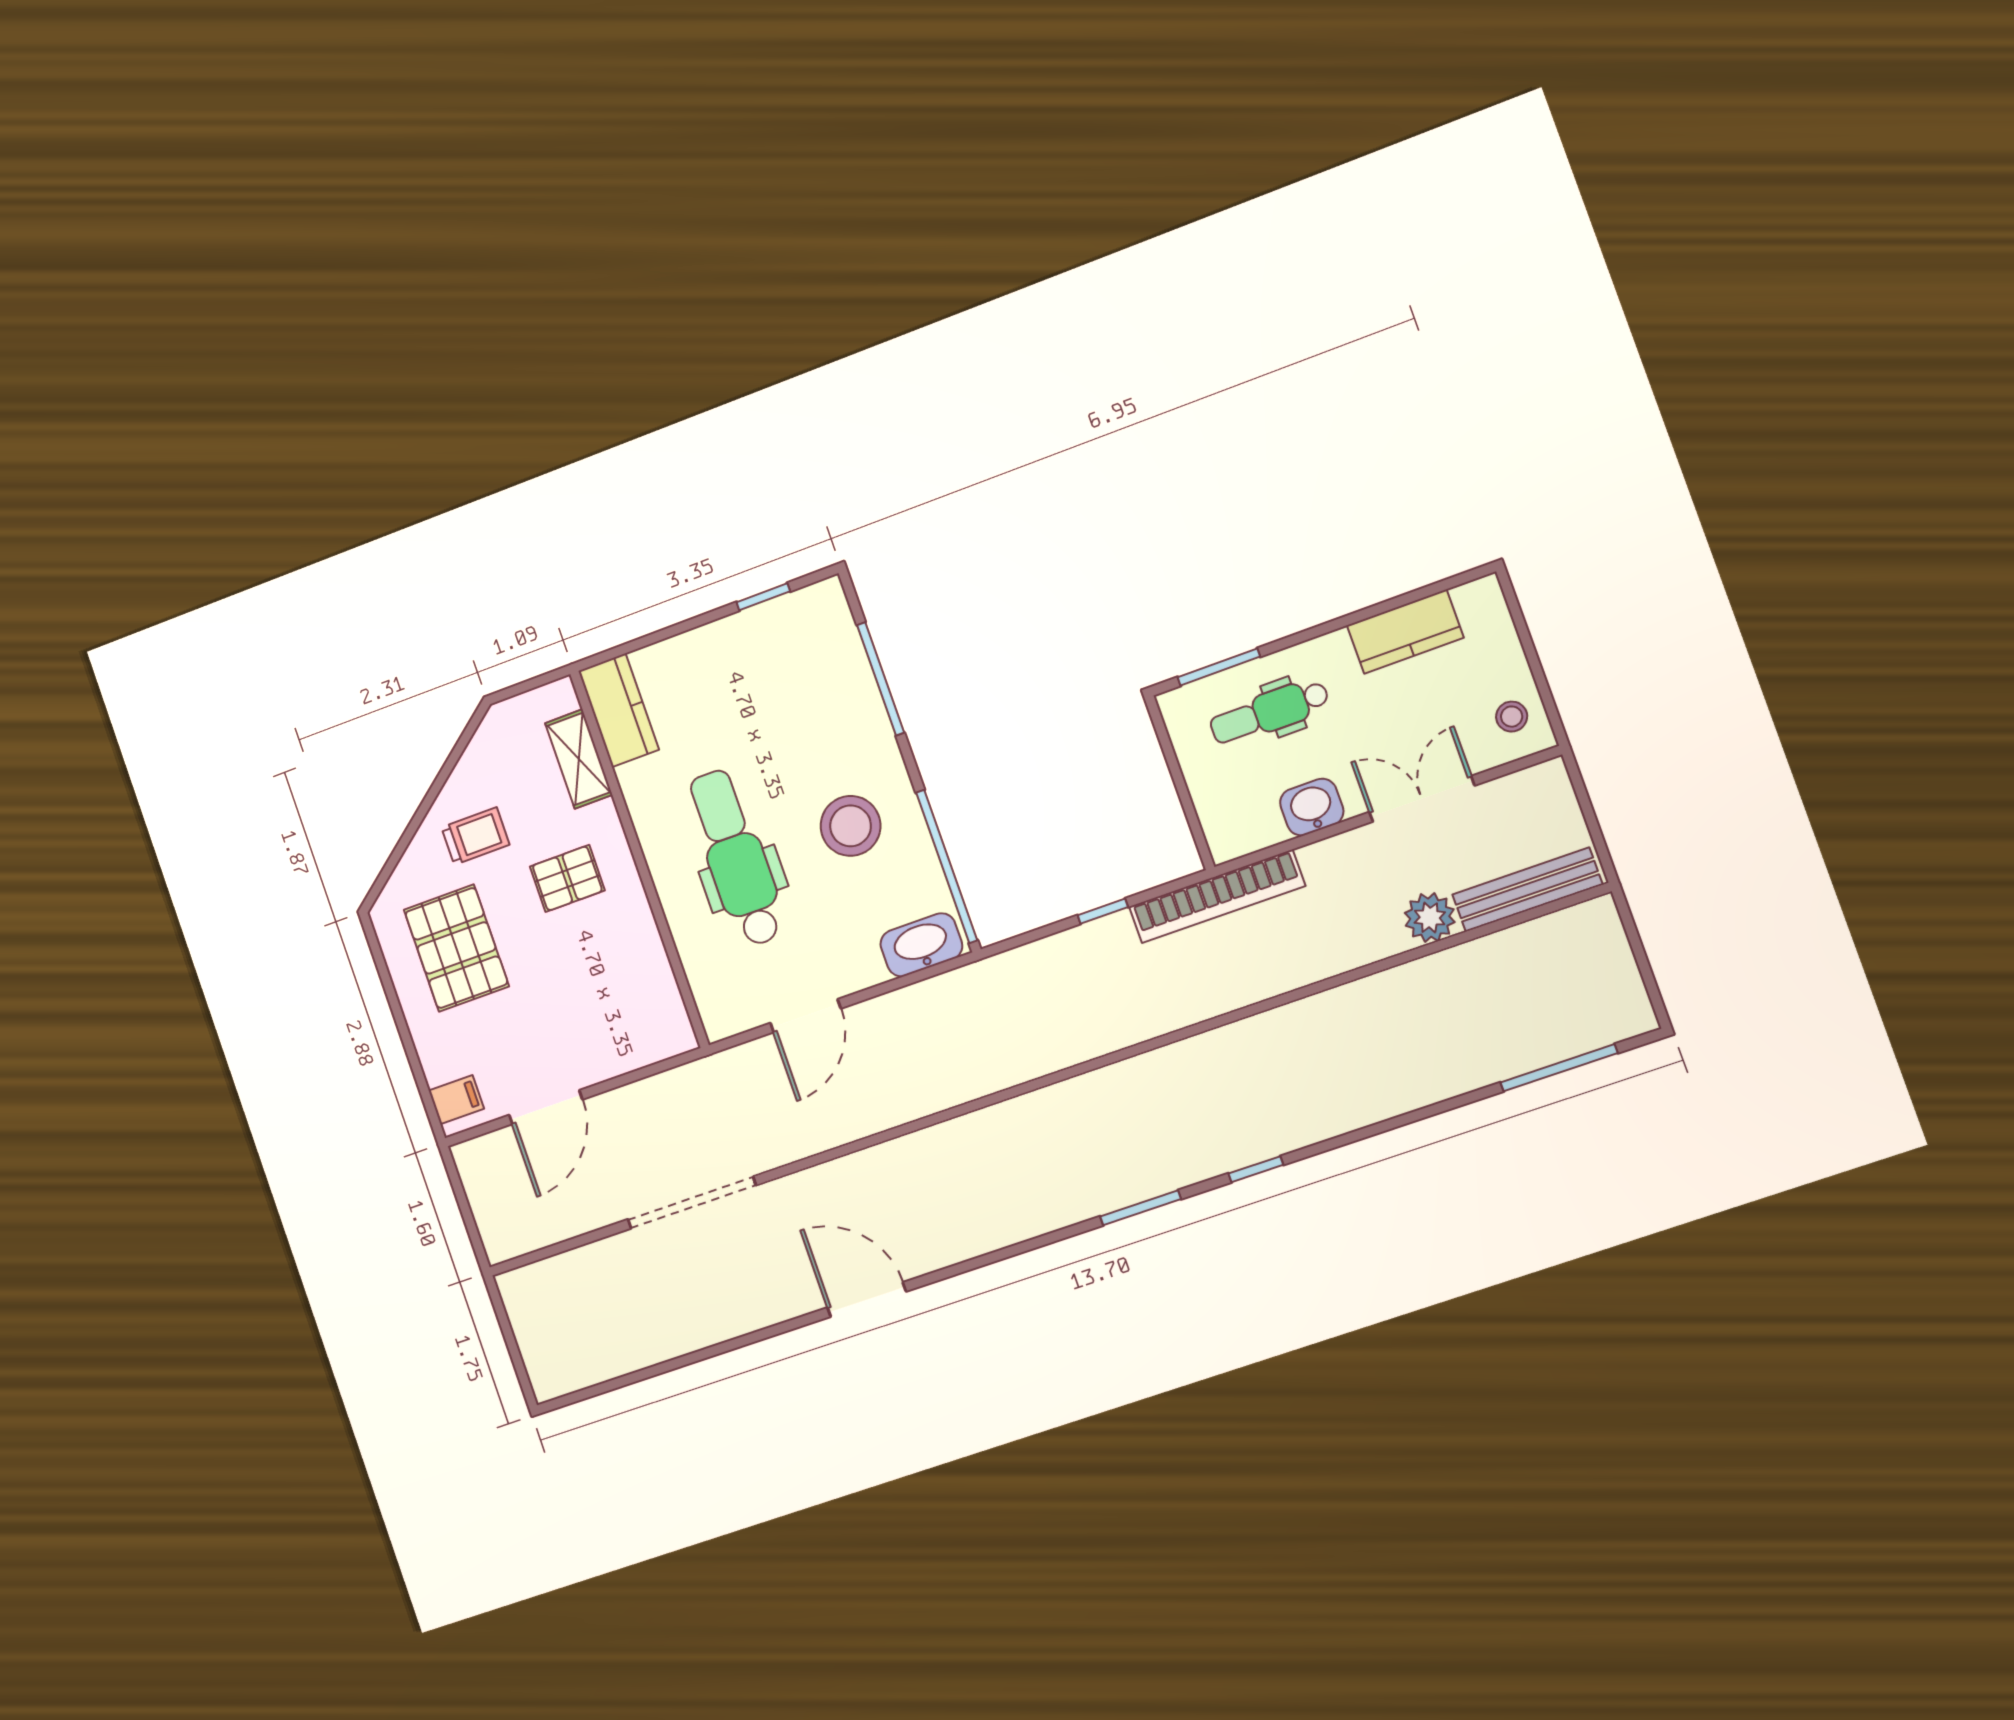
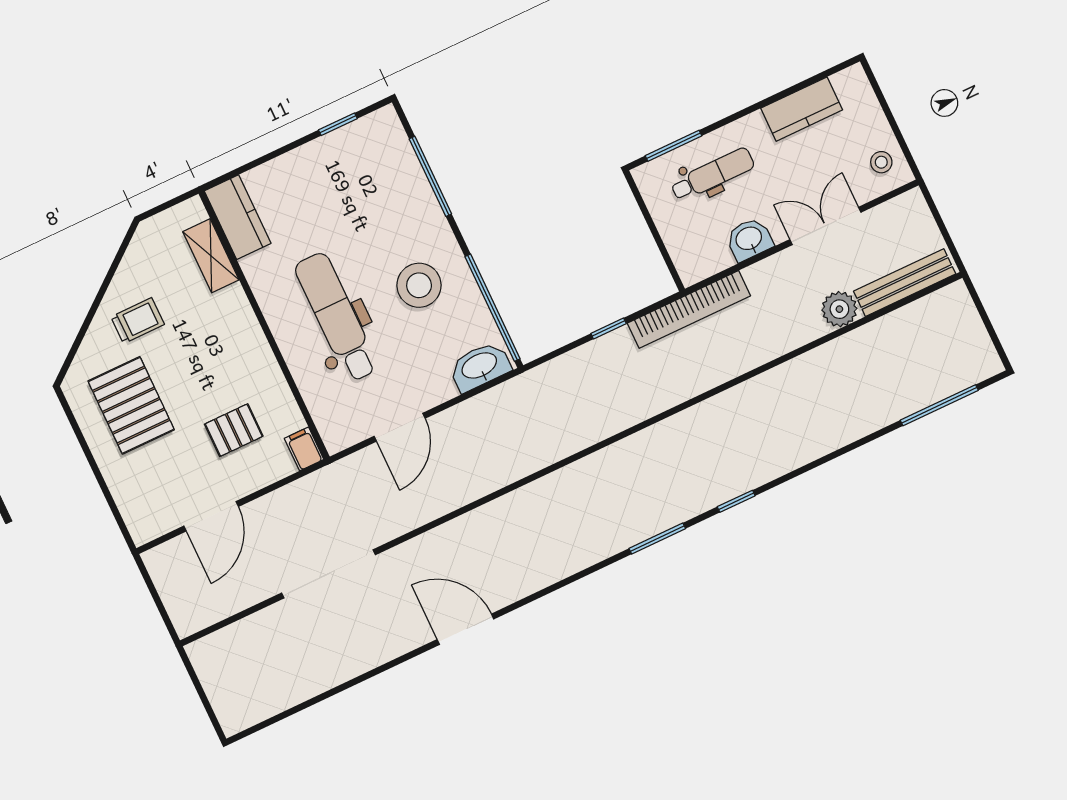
dental chair: (1269, 712) -> (713, 174), turned 180
pallet: (567, 878) -> (234, 430), moved
filing cabinet: (456, 1100) -> (304, 449), moved, turned -90

